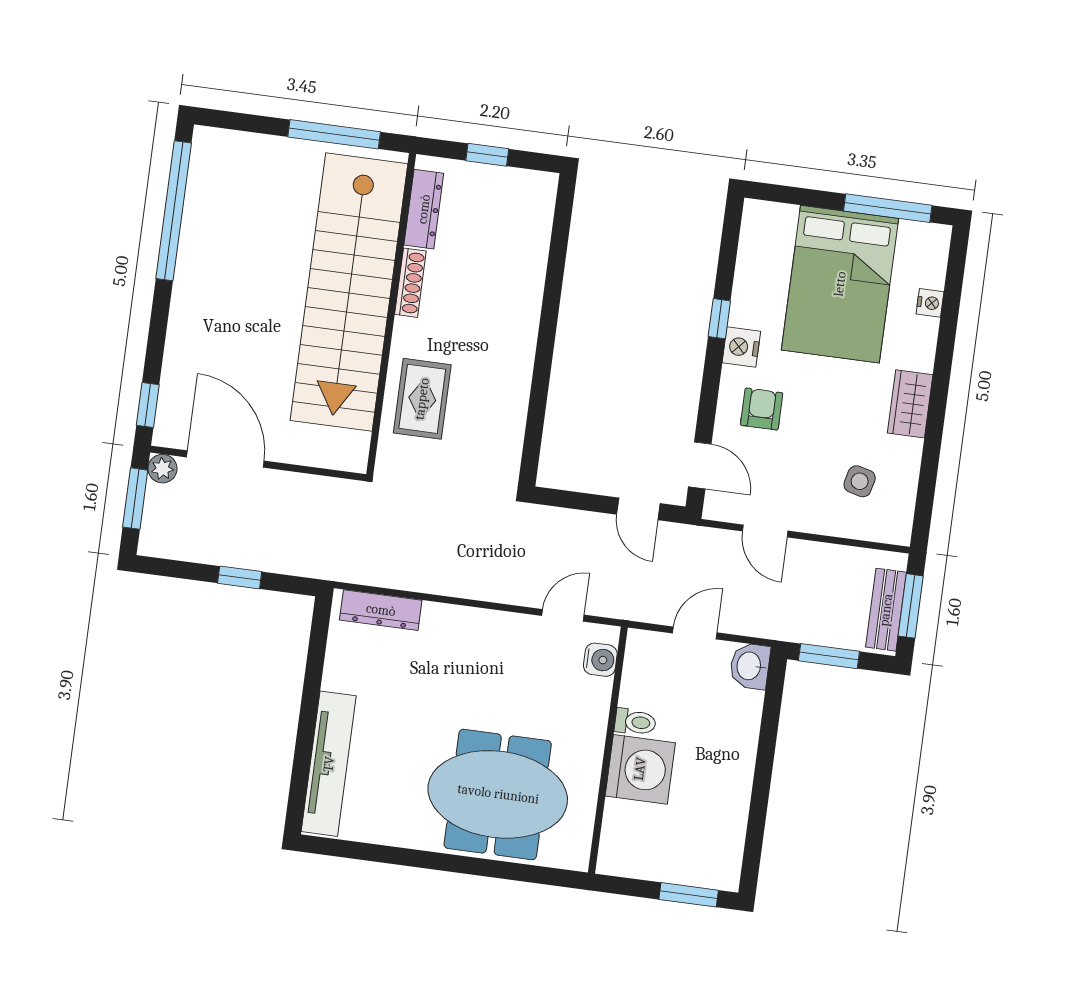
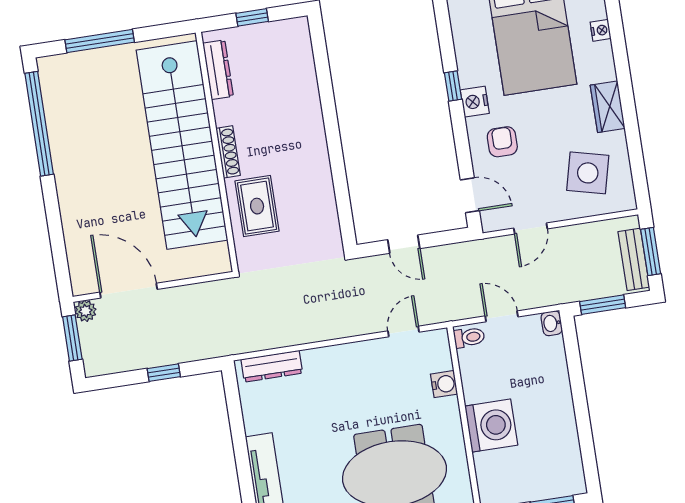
window: (334, 134) -> (100, 41), moved
shoe rack: (410, 283) -> (228, 152), moved
window: (148, 405) -> (62, 268), removed
side table: (860, 481) -> (588, 173), width x1.87, depth x1.87
door: (638, 509) -> (404, 244), moved
door: (765, 531) -> (531, 228), hinge flipped
door: (695, 633) -> (502, 316), hinge flipped
water cooler: (600, 660) -> (444, 384), moved
washbasin: (750, 666) -> (552, 323), width x0.72, depth x0.69
toilet: (635, 722) -> (469, 337), moved

